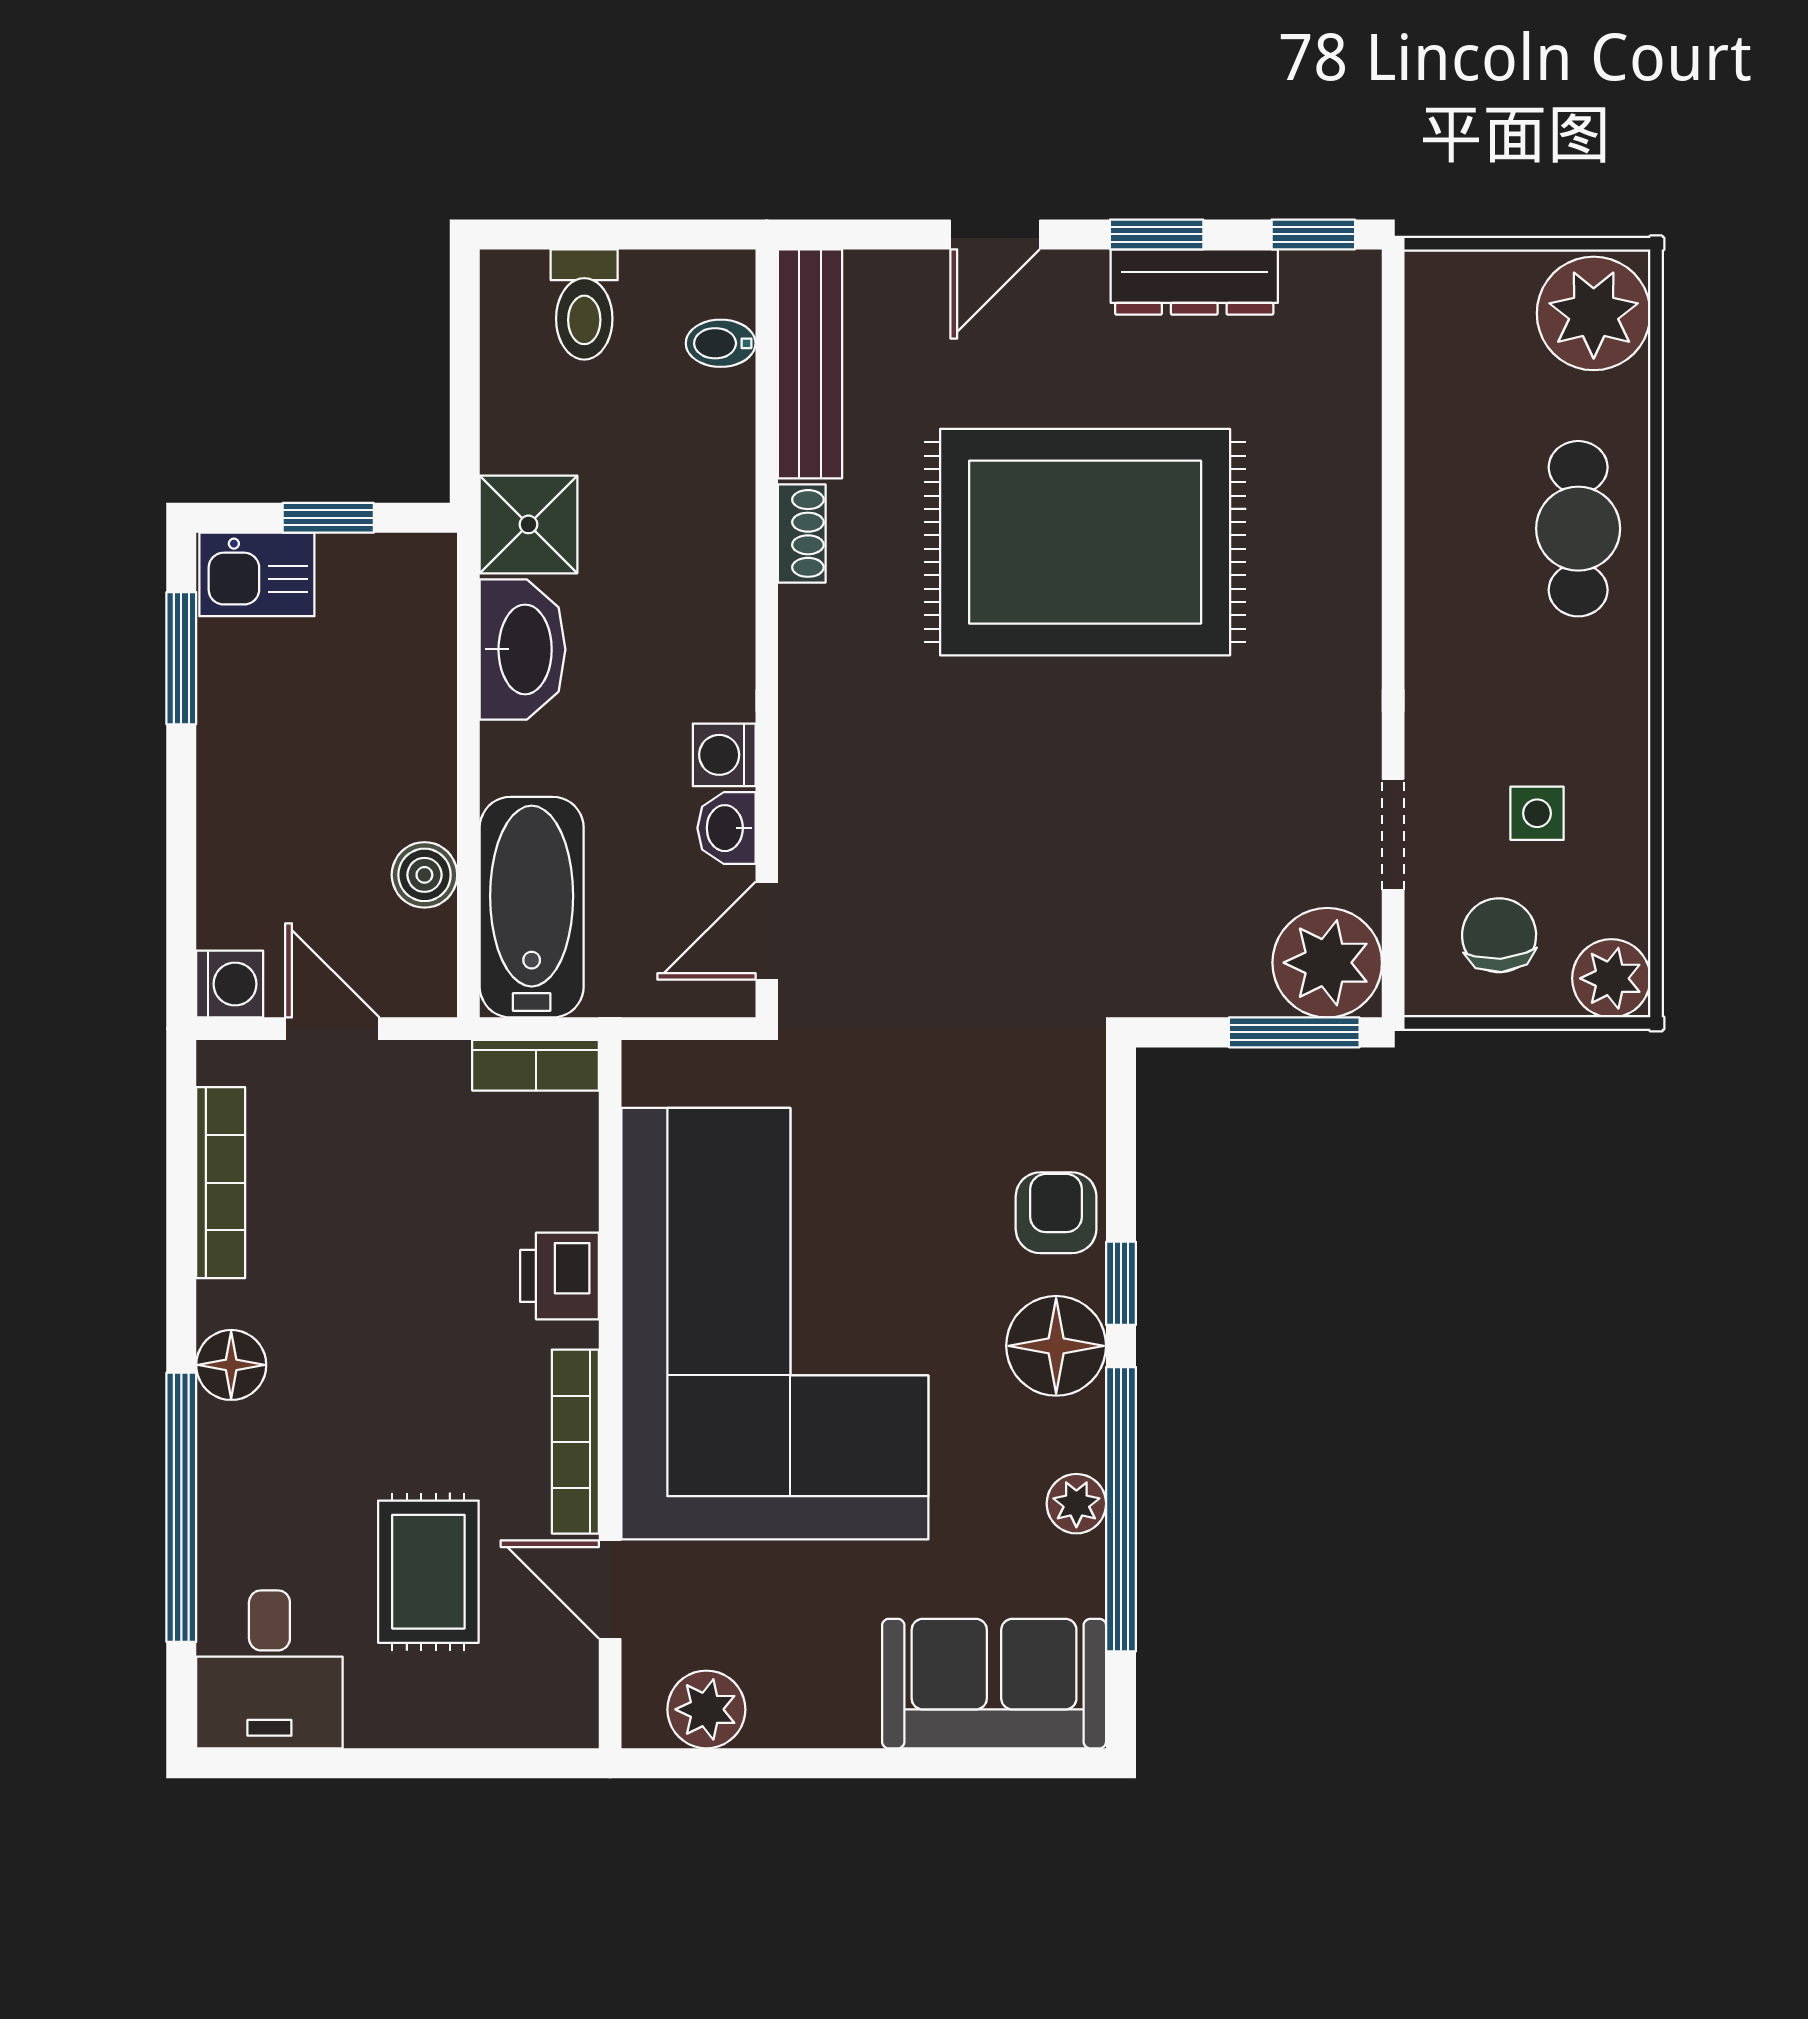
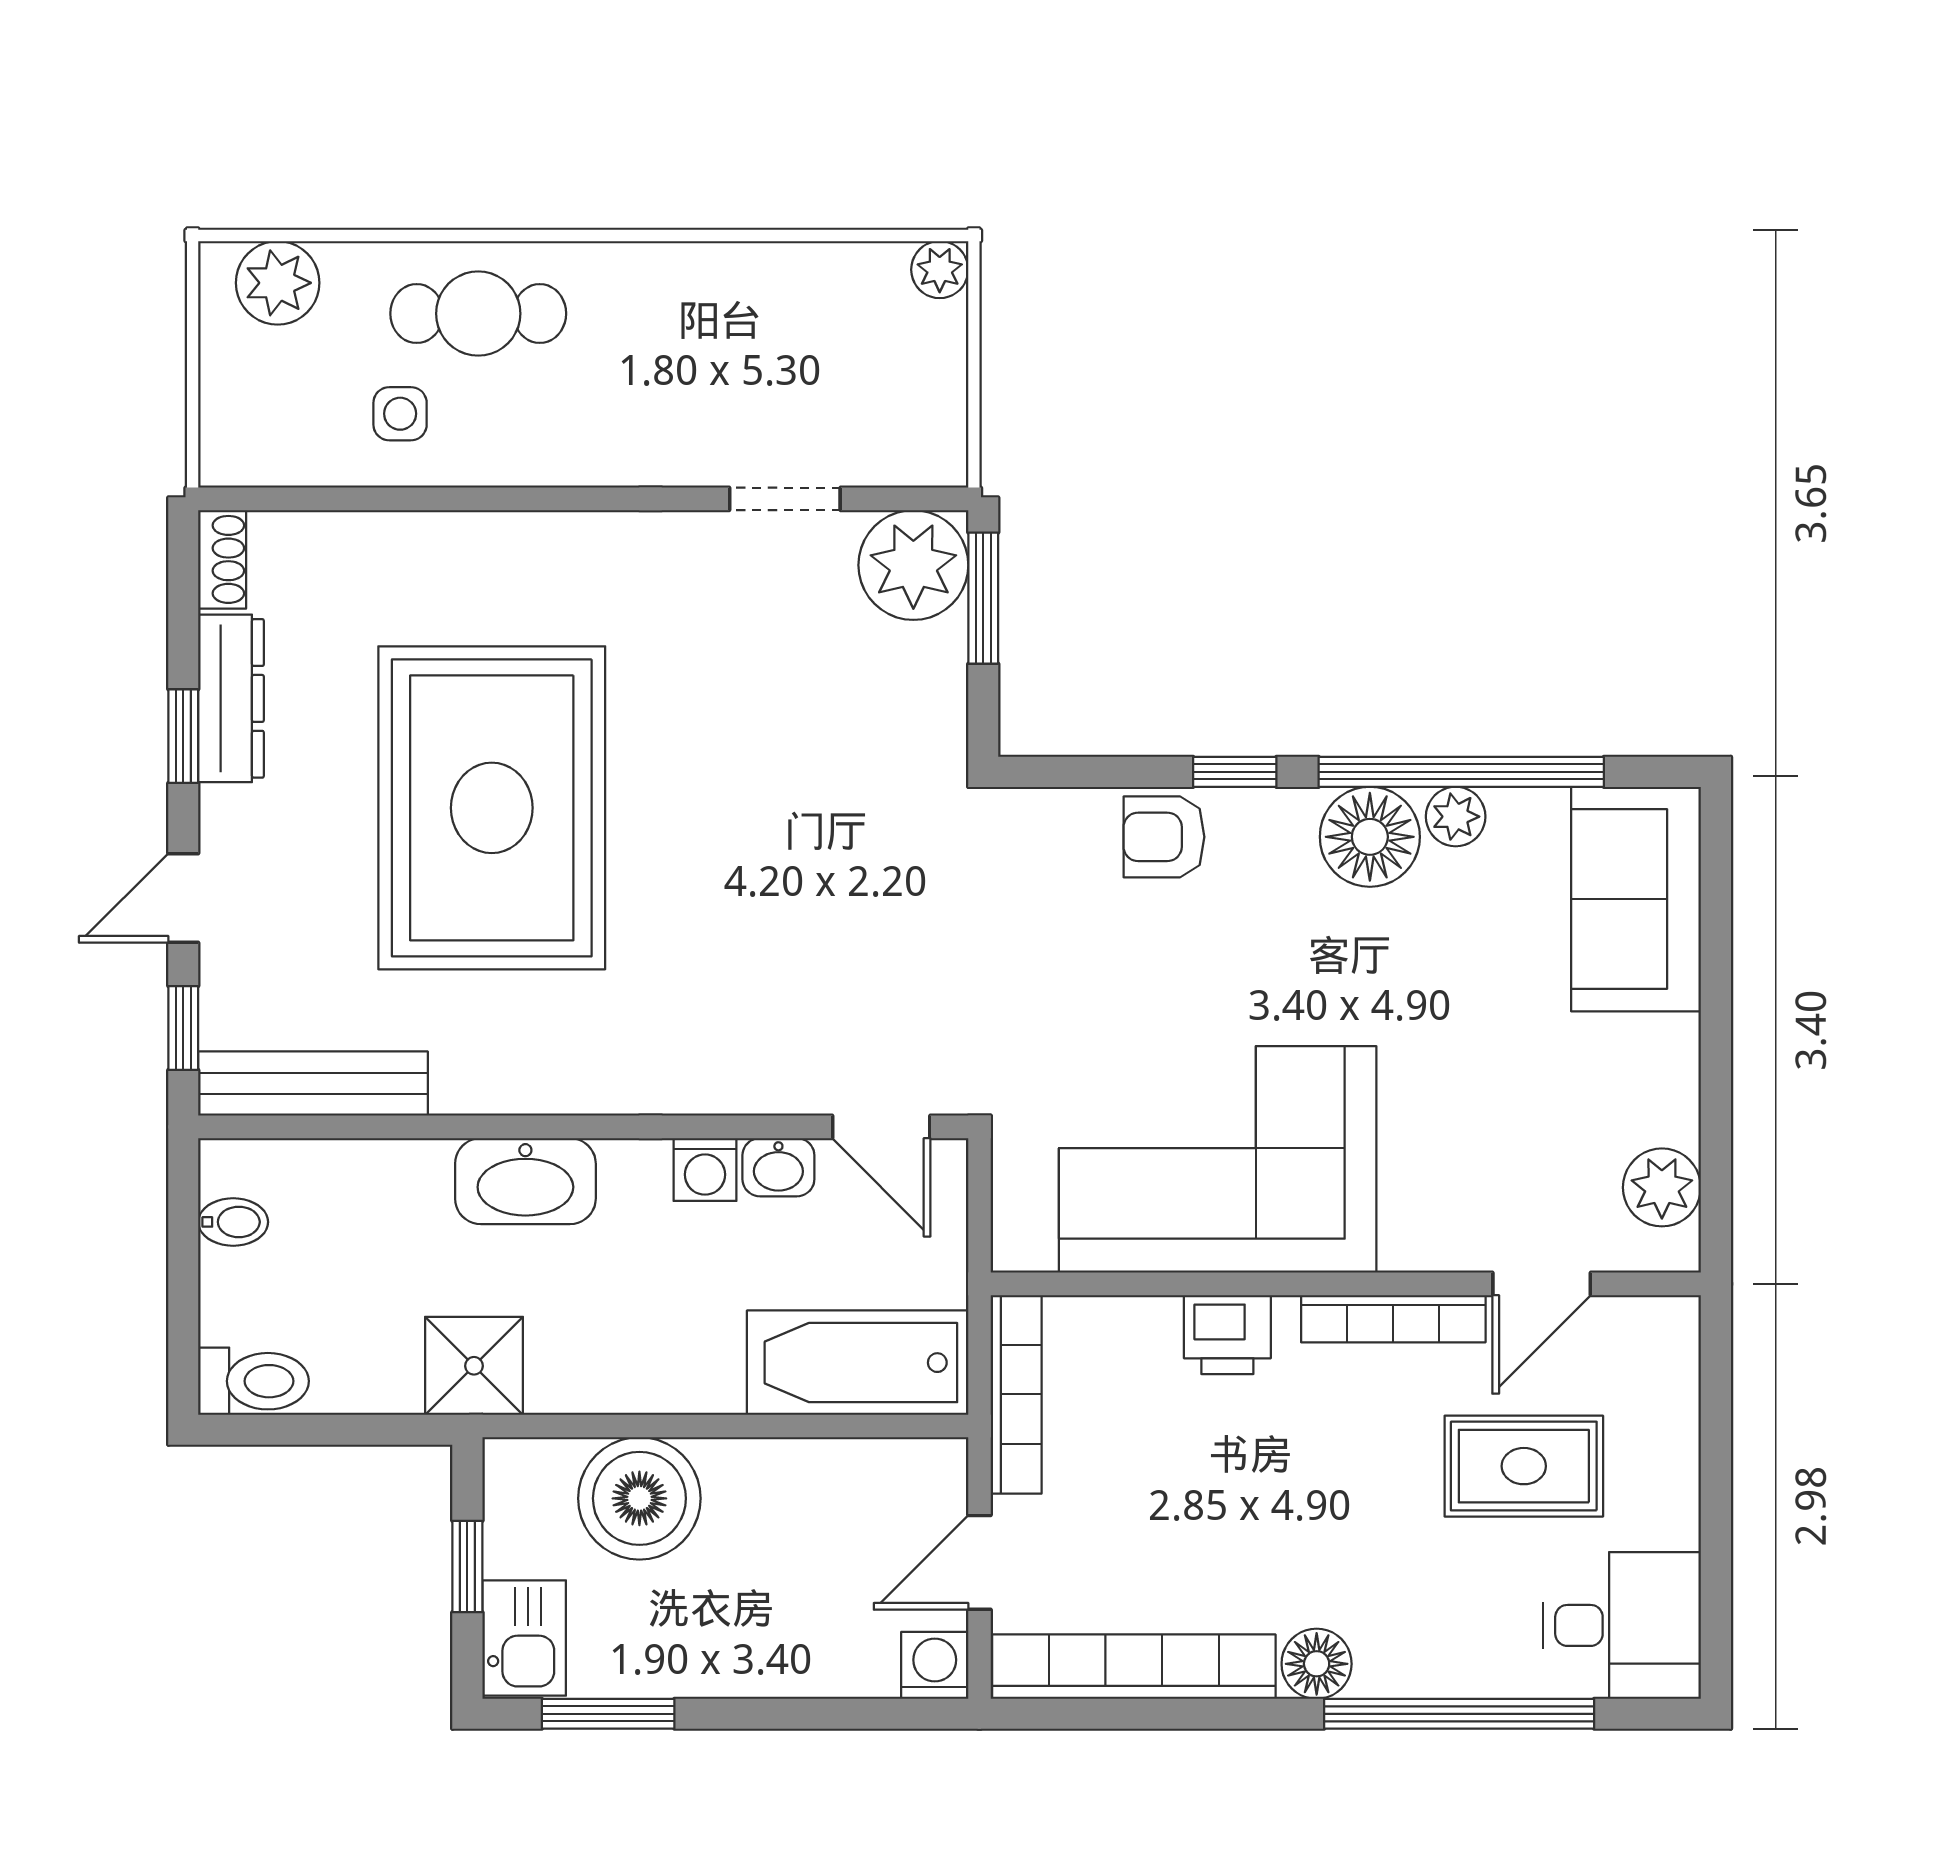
door: (995, 234) -> (183, 898), swing flipped
window: (1313, 234) -> (183, 1028), moved
toilet: (584, 304) -> (254, 1381), moved
plant: (1594, 313) -> (278, 283), width x0.73, depth x0.73
bidet: (721, 343) -> (233, 1222), moved, turned -90
shoe rack: (802, 533) -> (222, 559), moved, turned 90
washbasin: (522, 649) -> (525, 1181), moved, turned 180
side table: (1537, 813) -> (400, 414), moved
boiler: (424, 875) -> (639, 1498), moved, width x1.86, depth x1.86
chair: (1499, 935) -> (886, 393), removed
plant: (1611, 978) -> (940, 270), width x0.73, depth x0.73
bookcase: (536, 1065) -> (1016, 1394), width x1.56
bookcase: (221, 1183) -> (1134, 1667), width x1.48, depth x1.31
corner sofa: (775, 1324) -> (1218, 1159), width x0.73, depth x0.74
floor lamp: (1056, 1346) -> (1370, 837), moved

